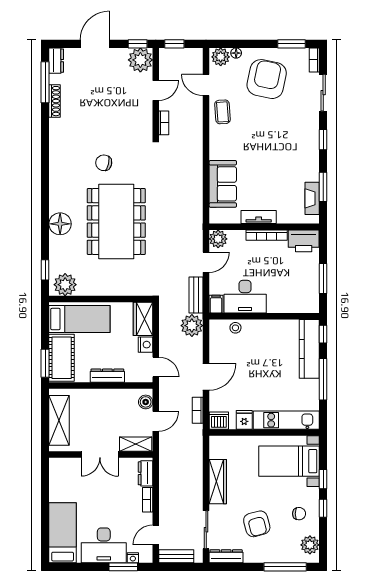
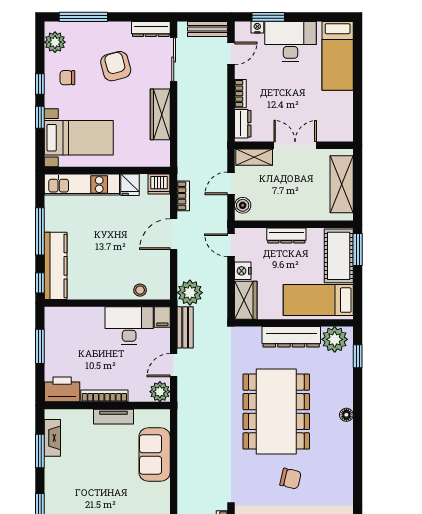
floor lamp: (60, 224) -> (346, 415), width x0.53, depth x0.53
dresser: (103, 287) -> (291, 337), added

